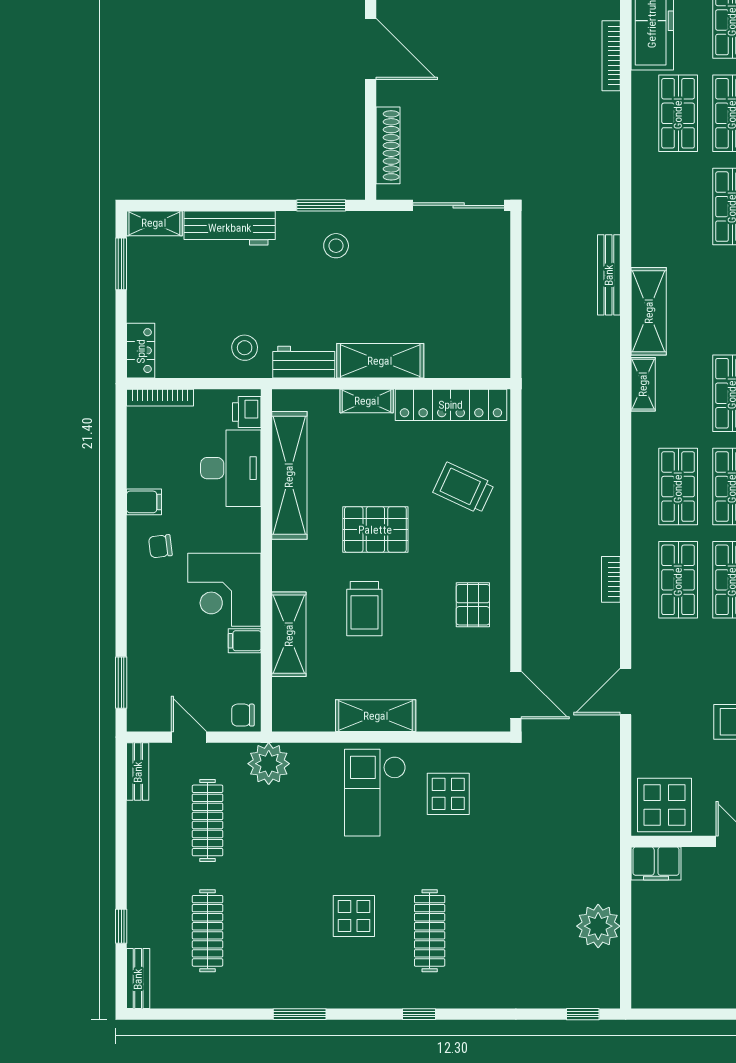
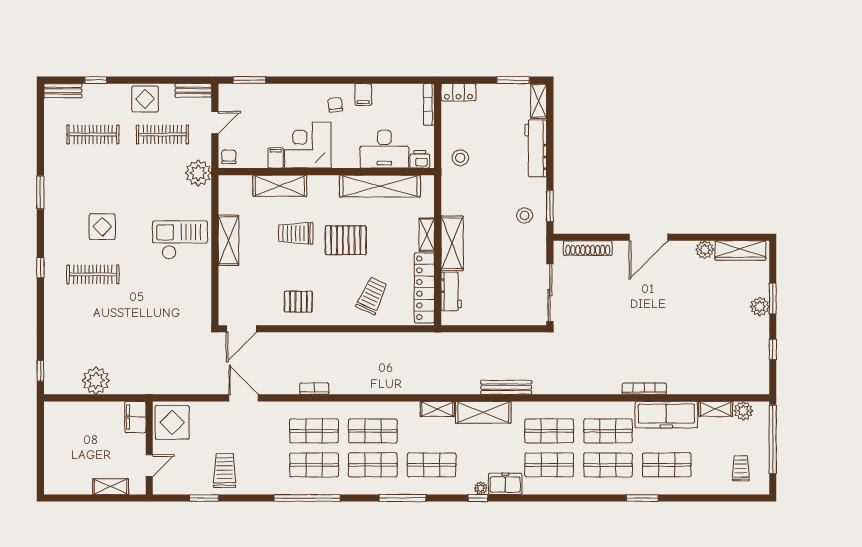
shop shelf: (678, 207) -> (549, 431), added
workbench: (304, 362) -> (451, 291), moved
pallet: (375, 530) -> (346, 240), turned 90
display table: (448, 794) -> (145, 99), moved

